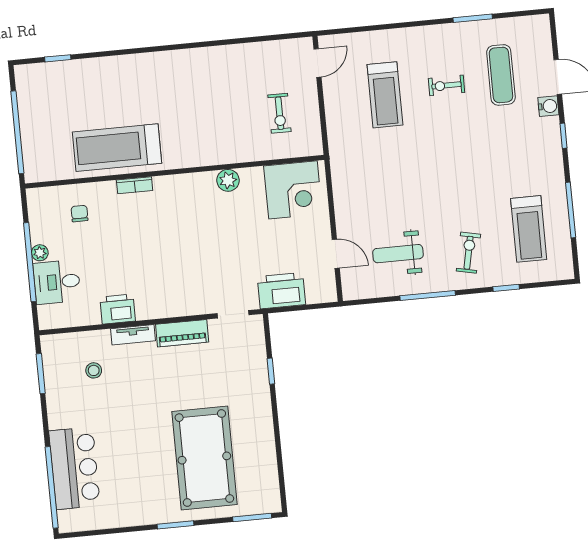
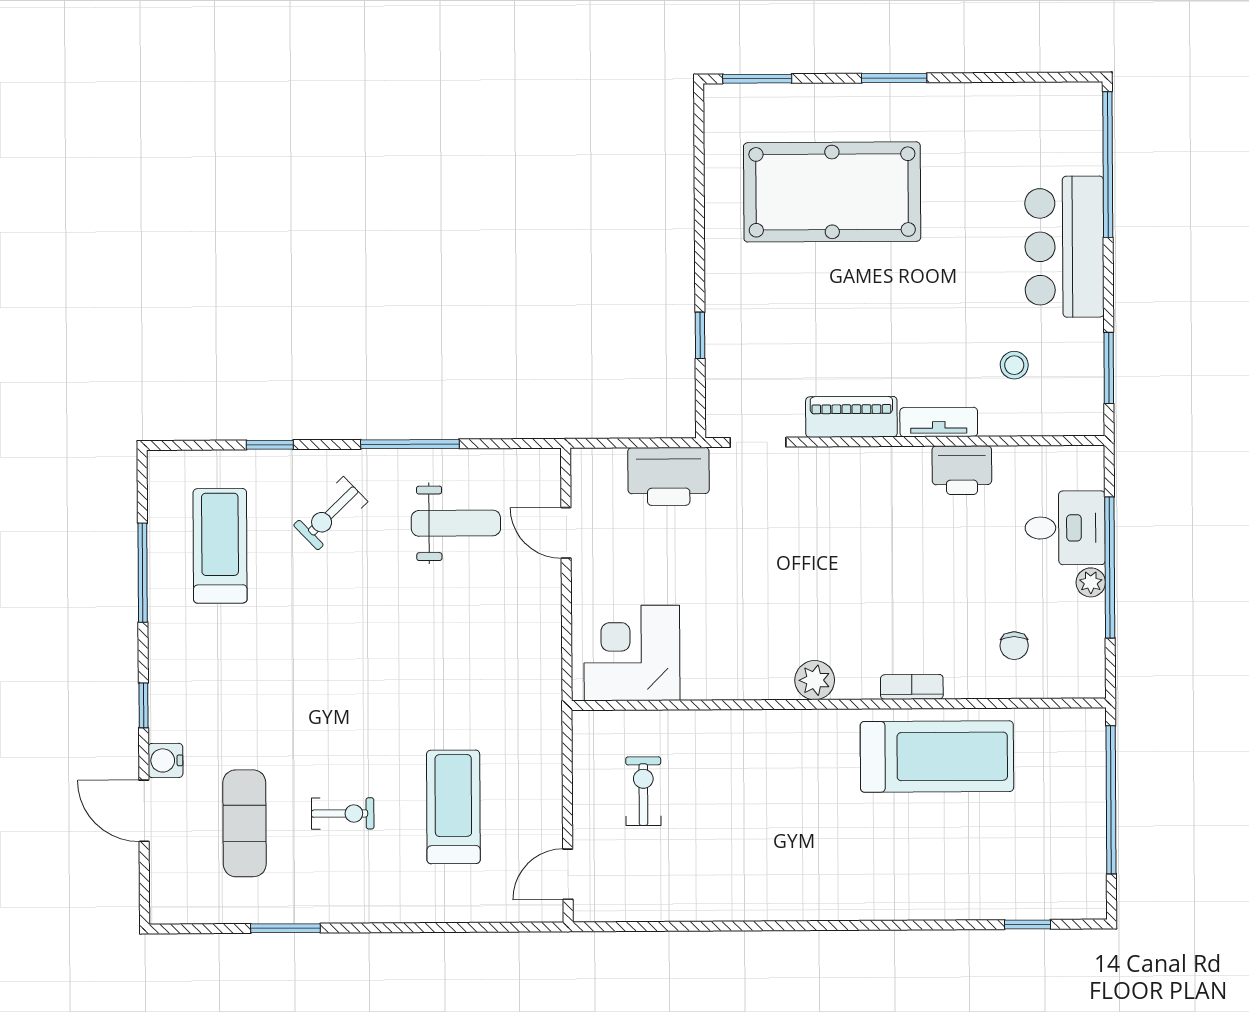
plant: (228, 180) -> (815, 680), moved
exercise bike: (469, 253) -> (331, 513), turned 34
pool table: (204, 458) -> (832, 192), turned 90
bar counter: (74, 468) -> (1064, 247), moved

